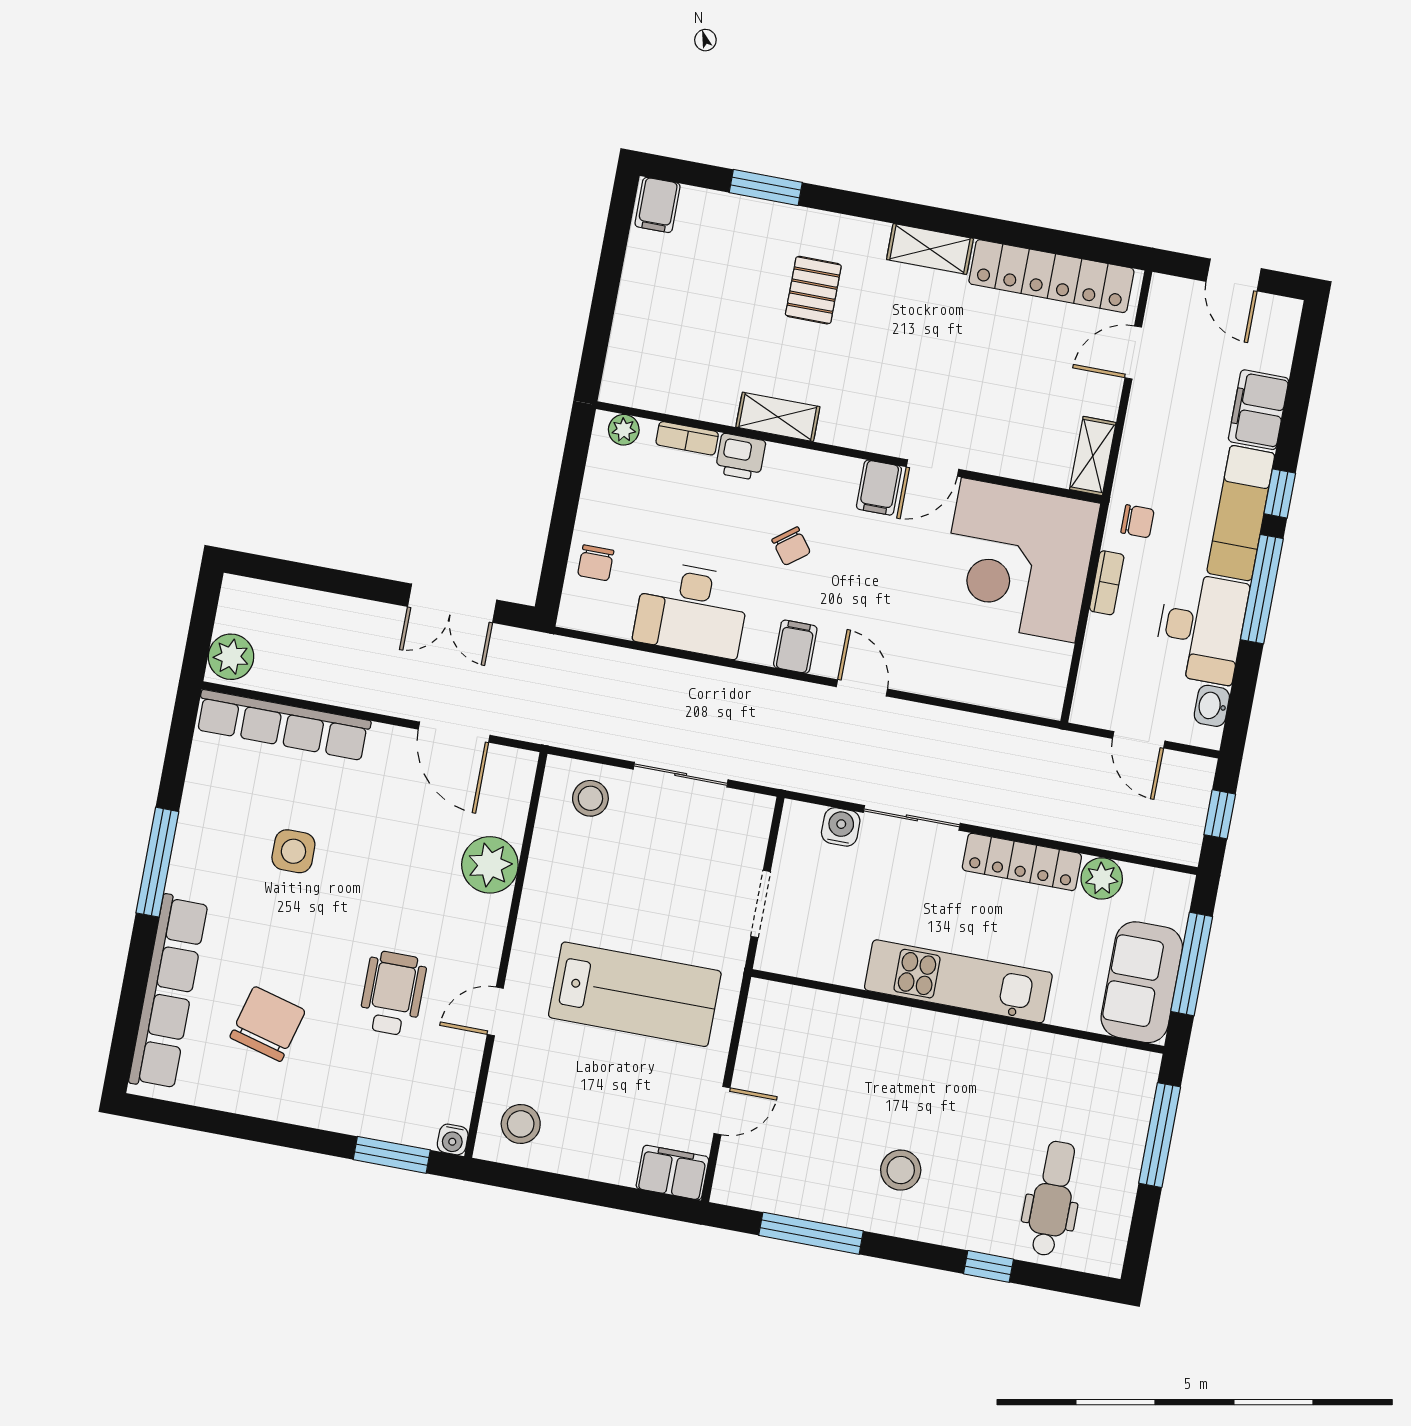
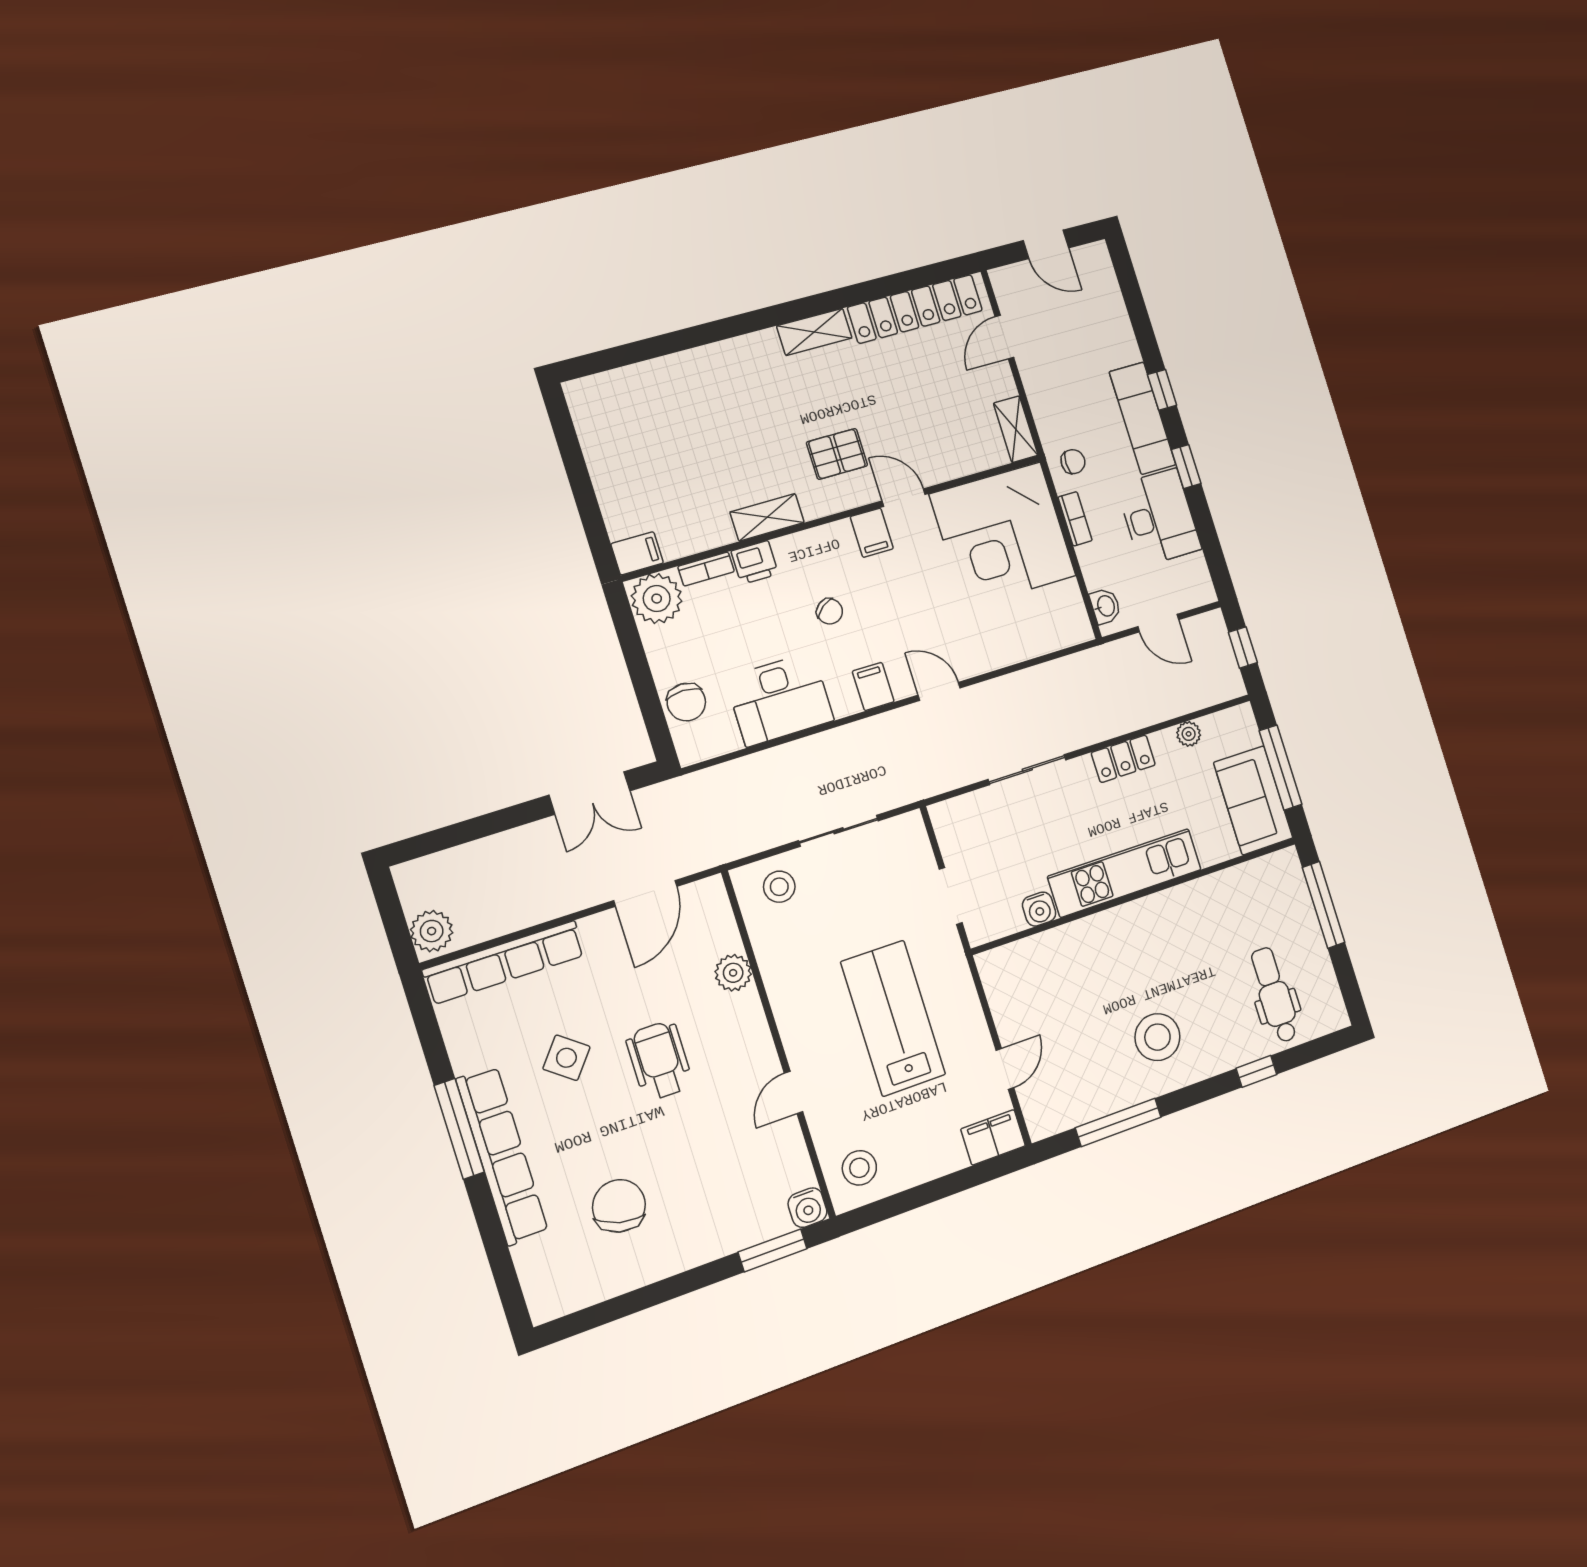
window: (766, 187) -> (664, 345), removed
filing cabinet: (657, 205) -> (637, 553), moved, turned -90
pallet: (813, 290) -> (837, 454), moved, turned 90
filing cabinet: (1258, 410) -> (1115, 336), removed
plant: (624, 430) -> (657, 599), width x1.88, depth x1.88
door: (933, 468) -> (904, 498), swing flipped
chair: (596, 563) -> (686, 702), width x1.37, depth x1.37
window: (1262, 589) -> (1186, 467), width x0.46
washbasin: (1212, 706) -> (1105, 606), moved, turned 180
door: (454, 732) -> (645, 893), hinge flipped
water cooler: (841, 827) -> (1039, 909), moved, turned 180
side table: (293, 851) -> (566, 1058), turned 38
locker: (1022, 862) -> (1123, 759), width x0.66
plant: (490, 865) -> (733, 973), width x0.73, depth x0.73
plant: (1102, 878) -> (1189, 734), width x0.73, depth x0.73
row of seats: (168, 992) -> (502, 1156), moved
wheelchair: (393, 993) -> (659, 1060), moved
lab bench: (635, 994) -> (893, 1018), turned -90
water cooler: (453, 1139) -> (807, 1208), width x1.38, depth x1.38
stool: (901, 1170) -> (1157, 1037), width x1.38, depth x1.38

